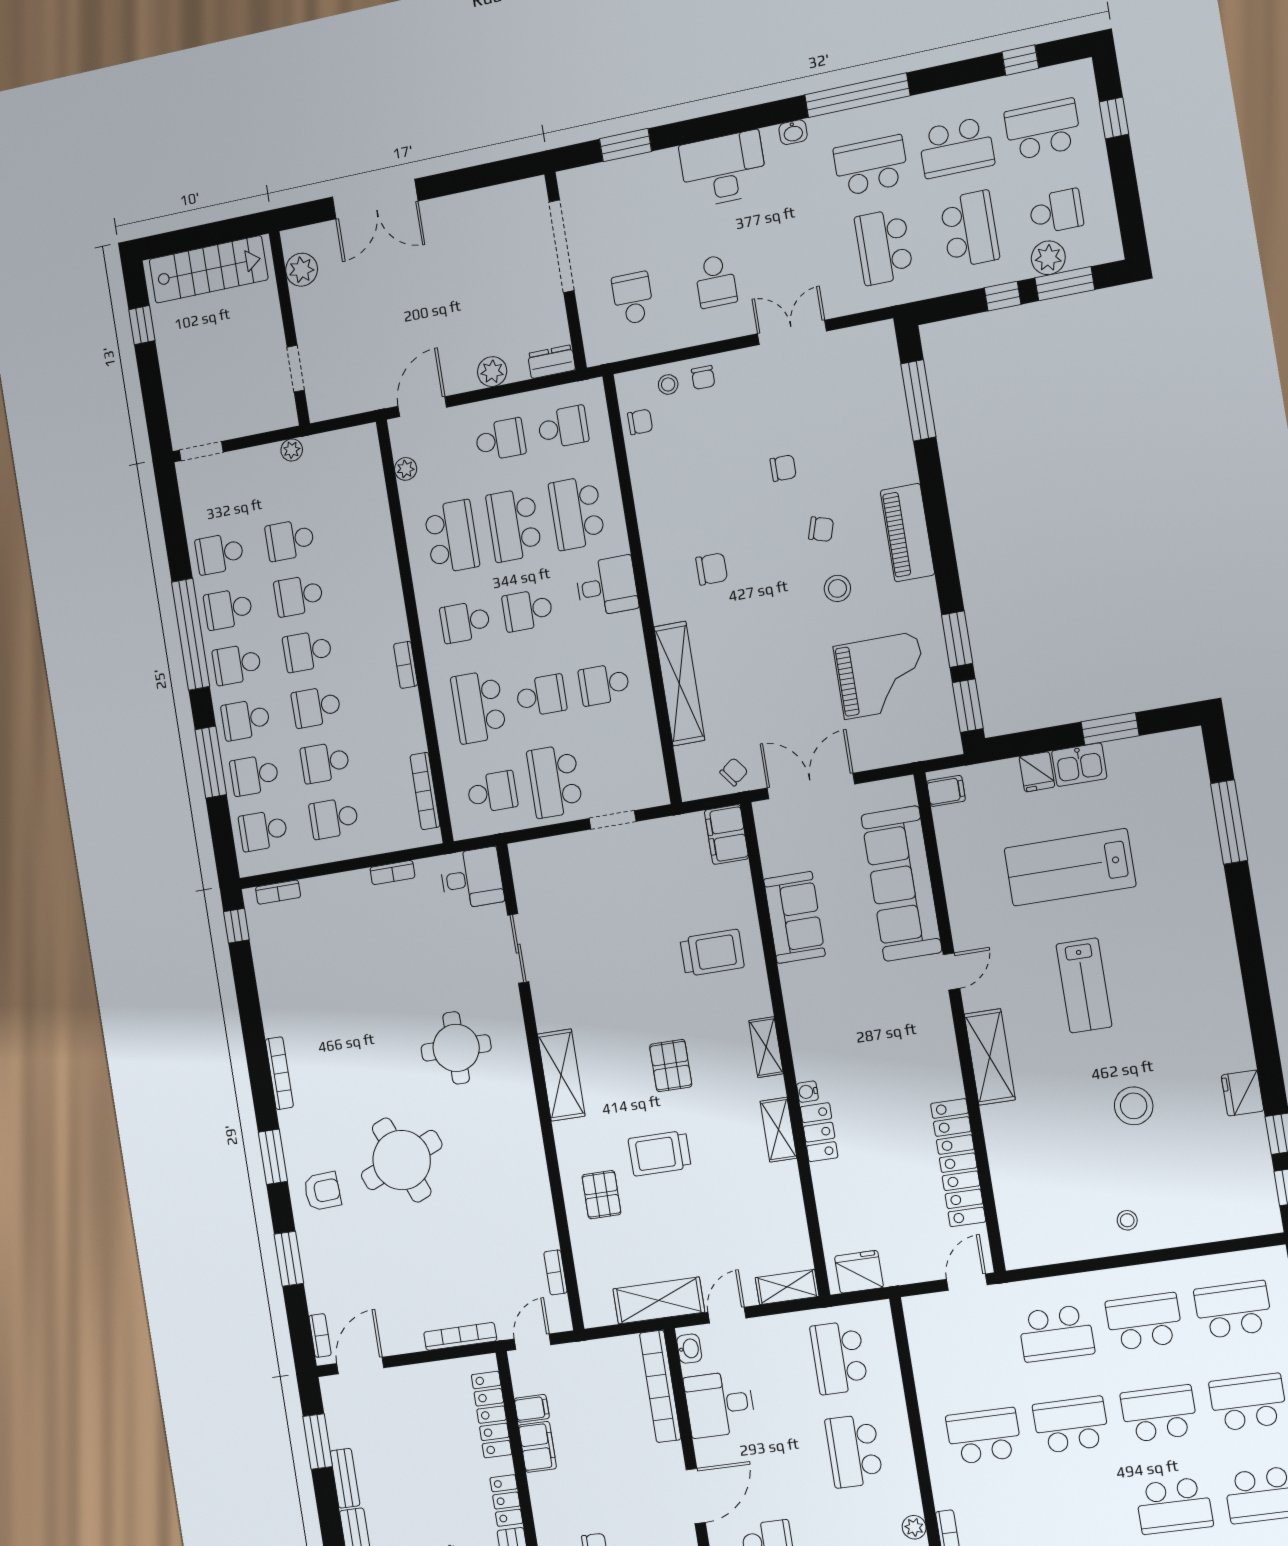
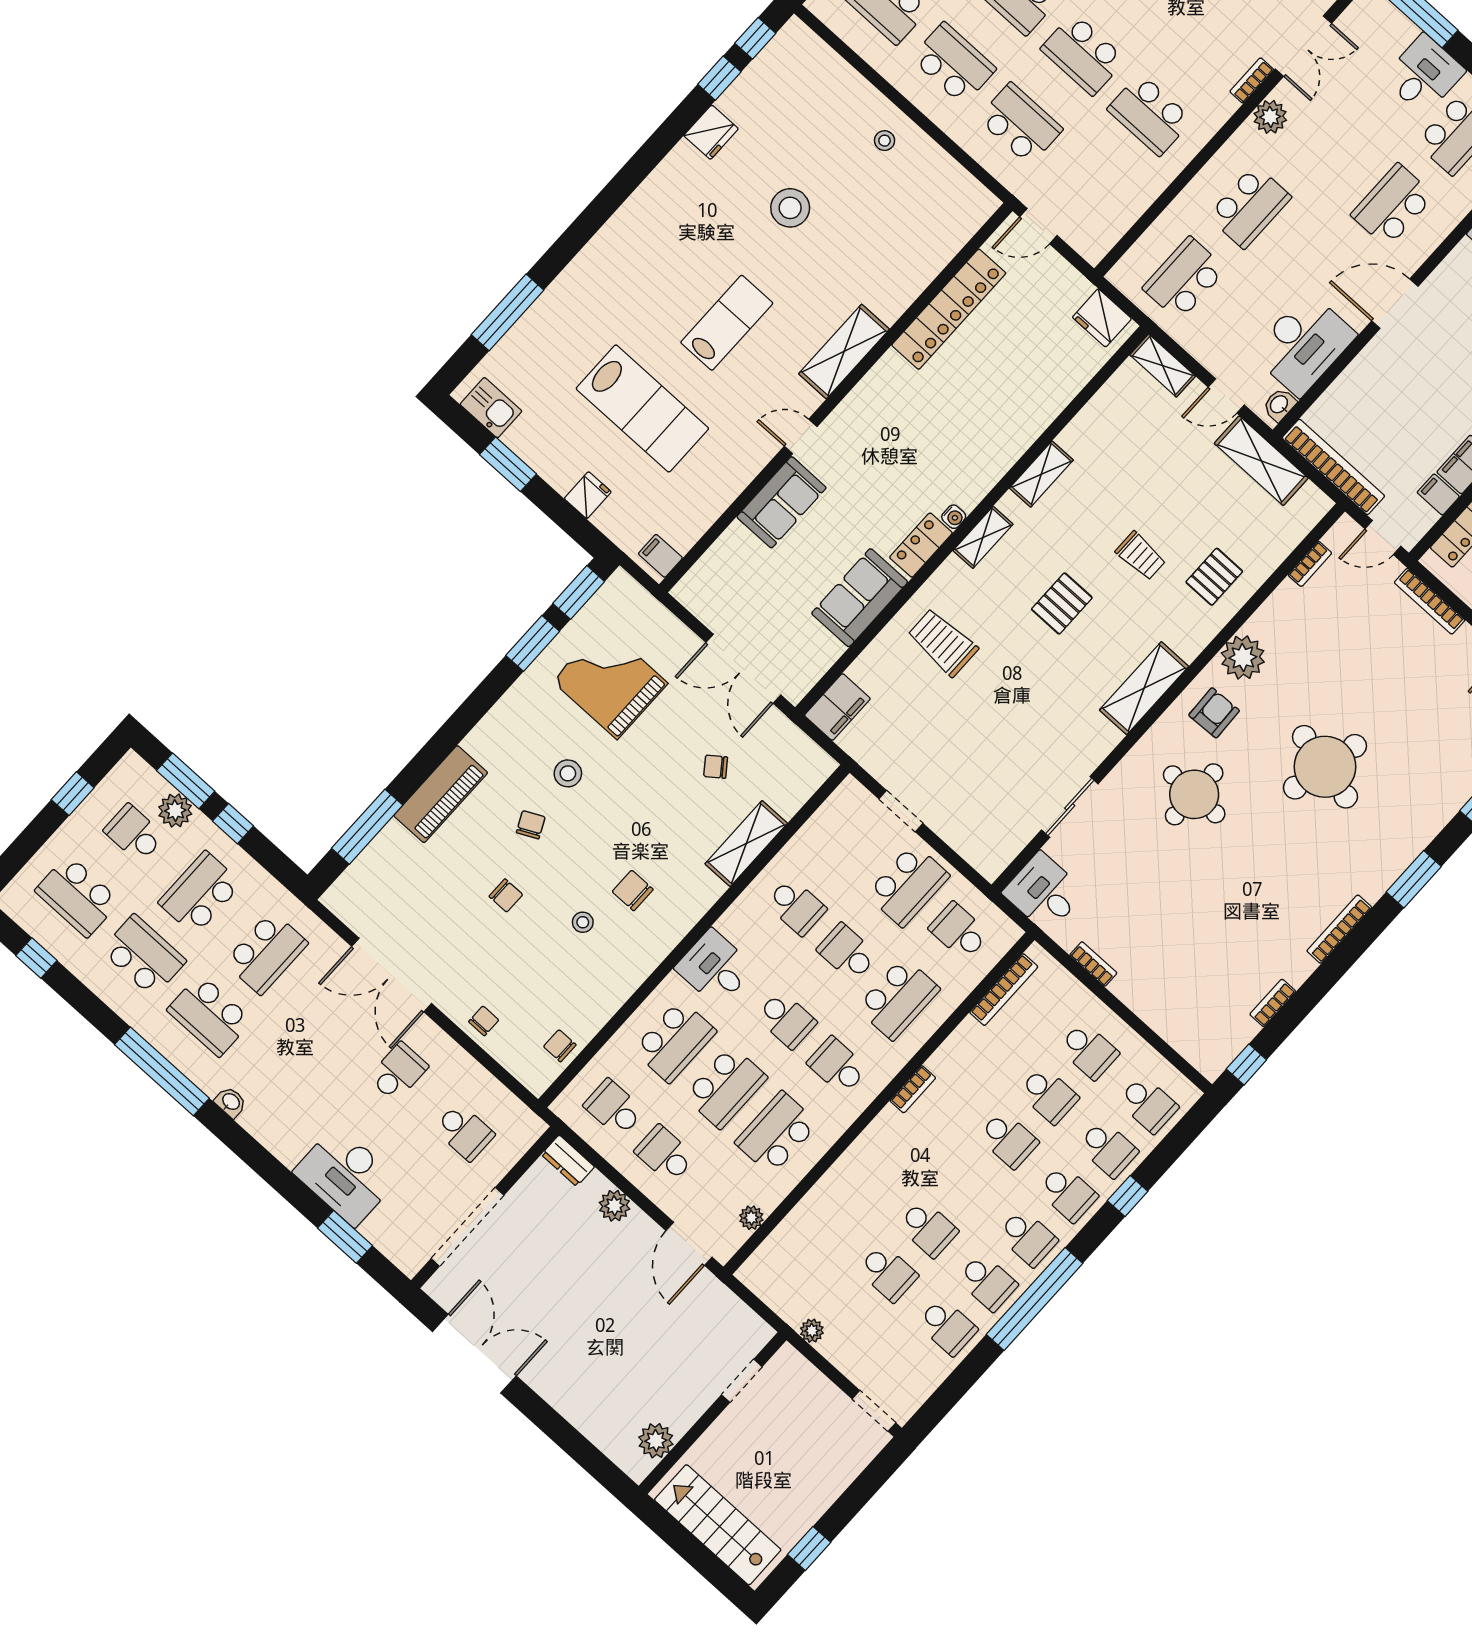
window: (1114, 118) -> (73, 794), moved
desk: (723, 169) -> (345, 1176), moved
double door: (375, 199) -> (474, 1354), moved
school desk: (633, 298) -> (464, 1132), turned -90
double door: (792, 332) -> (392, 975), width x1.37
stool: (668, 384) -> (583, 922), moved
door: (422, 407) -> (689, 1244), hinge flipped
chair: (783, 468) -> (506, 895), turned 180
chair: (821, 529) -> (531, 825), turned 47
piano: (907, 533) -> (441, 794), moved
school desk: (465, 622) -> (837, 1066), turned 180
school desk: (307, 651) -> (968, 1184), removed
shelving: (679, 684) -> (746, 844), width x0.68
window: (211, 762) -> (1128, 1196), width x0.46
kitchen sink: (1079, 765) -> (491, 408), moved
chair: (734, 772) -> (716, 767), moved
sofa: (902, 884) -> (781, 502), width x0.54, depth x0.79
bookcase: (278, 892) -> (1273, 1003), moved, turned -90
water cooler: (807, 1092) -> (954, 517), moved
locker: (819, 1132) -> (921, 545), moved
trolley: (660, 1153) -> (1141, 556), width x0.73, depth x0.72
round table: (402, 1160) -> (1325, 767), turned 35
plant: (527, 1166) -> (1243, 657), added
armchair: (322, 1191) -> (1214, 713), moved, turned 91
school desk: (1144, 1322) -> (953, 64), turned 180
school desk: (839, 1358) -> (1184, 279), turned 180
bookcase: (660, 1386) -> (1333, 467), moved, turned -90
desk: (720, 1404) -> (1304, 344), width x1.37
plant: (914, 1527) -> (1270, 117), width x1.38, depth x1.38

